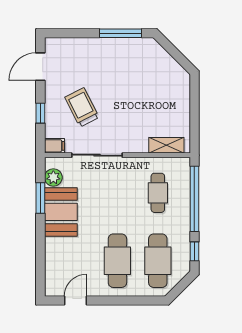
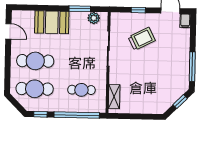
window: (172, 50) -> (180, 102), added
filing cabinet: (54, 146) -> (185, 21), moved
booth: (61, 212) -> (52, 22), moved

